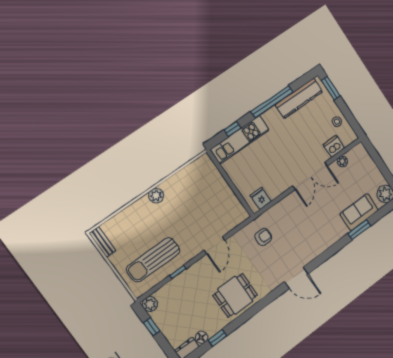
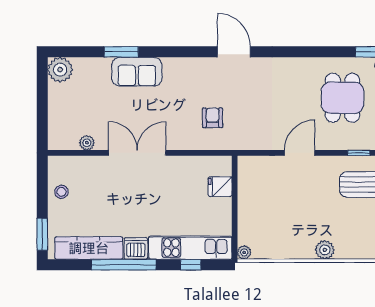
dishwasher: (334, 146) -> (136, 248), moved, turned 180
plant: (205, 159) -> (244, 252), added
fridge: (261, 198) -> (220, 187), moved, turned 90
sofa: (359, 212) -> (137, 72), moved
armchair: (263, 237) -> (213, 118), moved, turned 90
dining table: (235, 295) -> (343, 98), moved, turned 90

